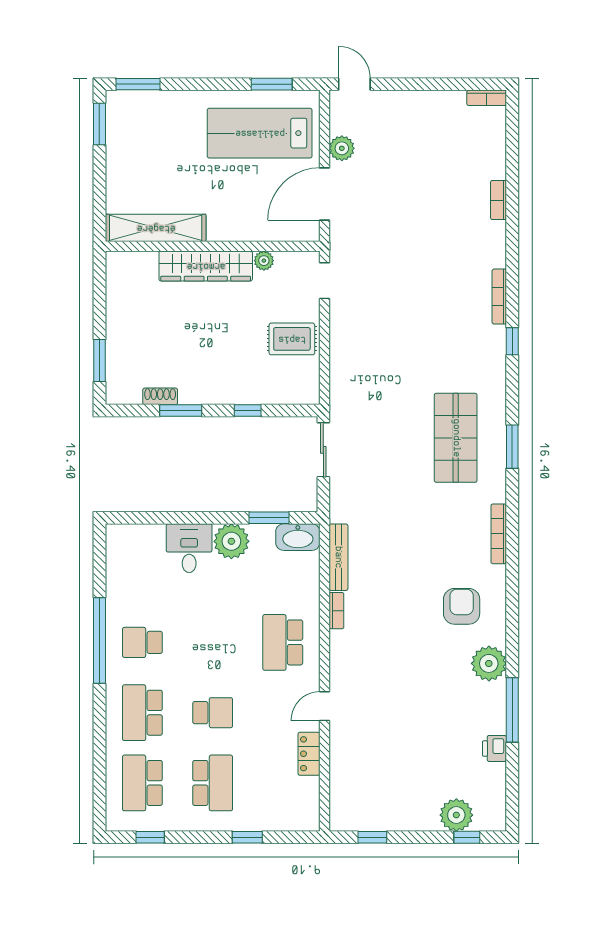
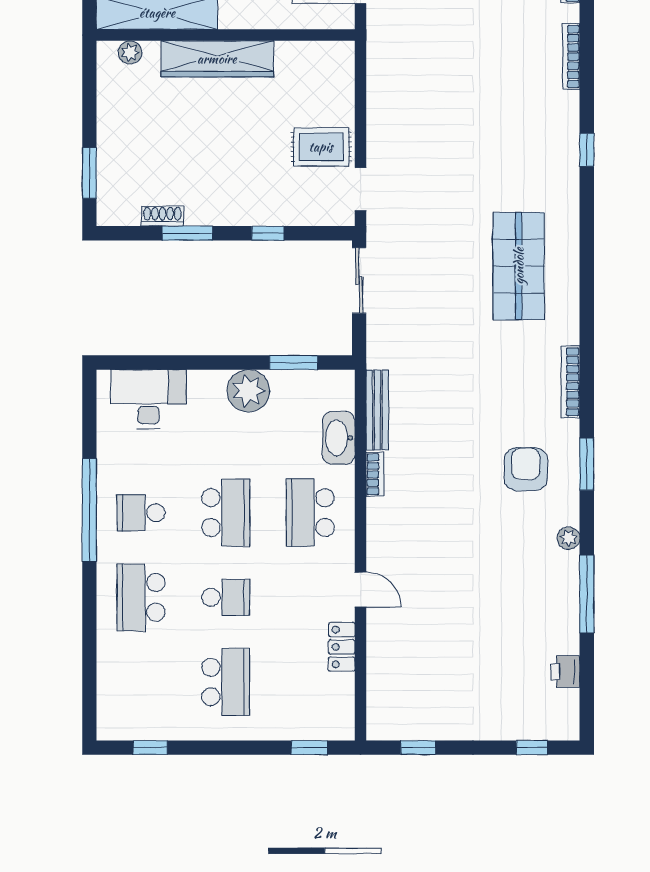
plant: (264, 261) -> (130, 52), moved
doorway: (324, 281) -> (361, 189), moved
bookcase: (499, 297) -> (571, 57), moved
window: (512, 447) -> (587, 464), moved
washbasin: (298, 537) -> (339, 438), moved, turned 90
desk: (189, 548) -> (149, 399), moved, width x1.37
plant: (489, 663) -> (568, 538), width x0.53, depth x0.53
door: (324, 706) -> (361, 590), swing flipped
printer: (494, 748) -> (565, 672), moved
school desk: (142, 783) -> (226, 513), moved, turned 180
plant: (456, 815) -> (519, 721), removed
window: (247, 837) -> (309, 748), moved

